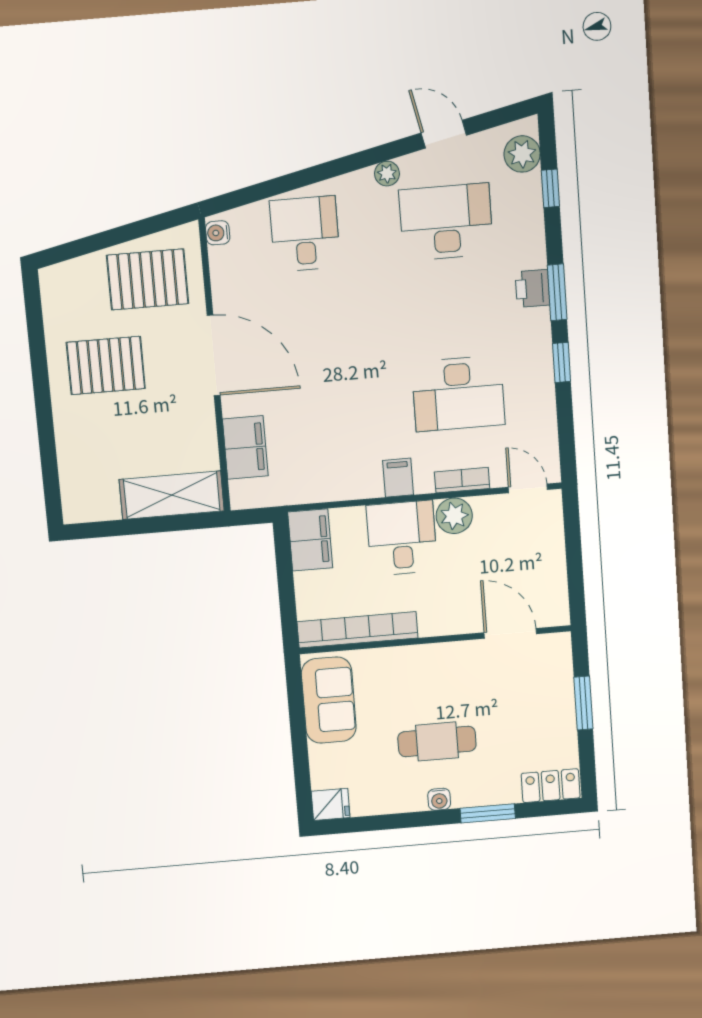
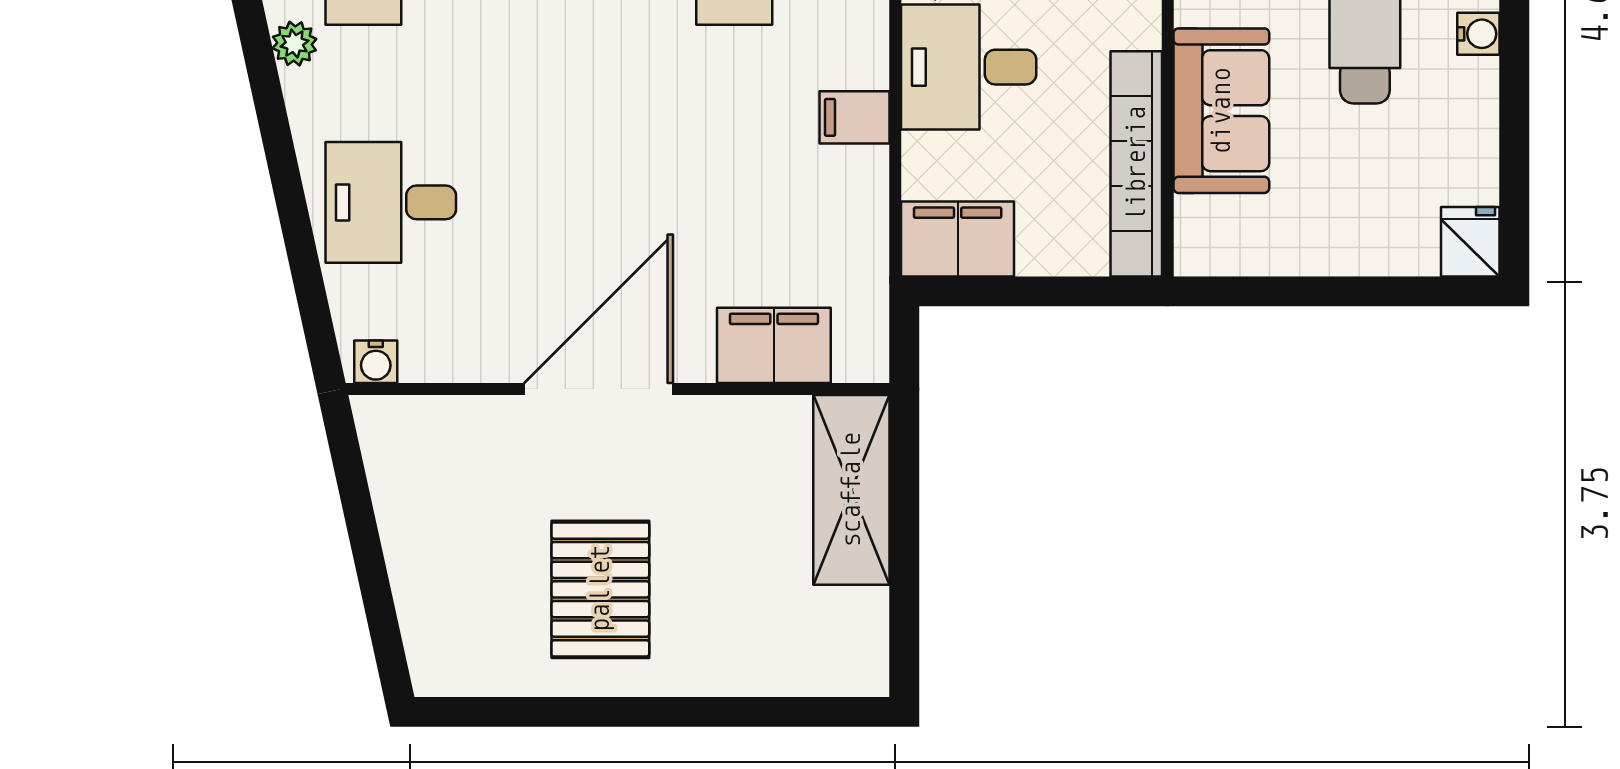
pallet: (148, 279) -> (450, 498), removed
filing cabinet: (398, 478) -> (854, 117), moved
sofa: (329, 700) -> (1221, 111), moved, turned 90

